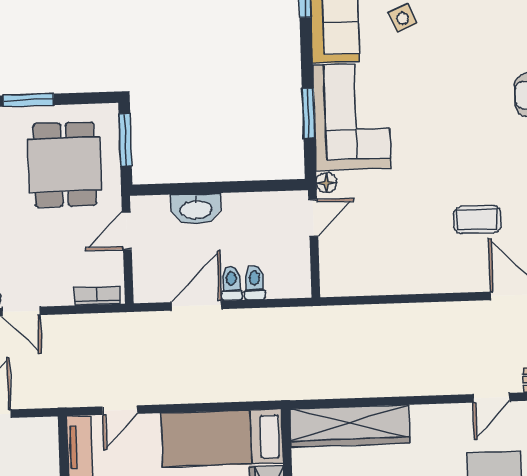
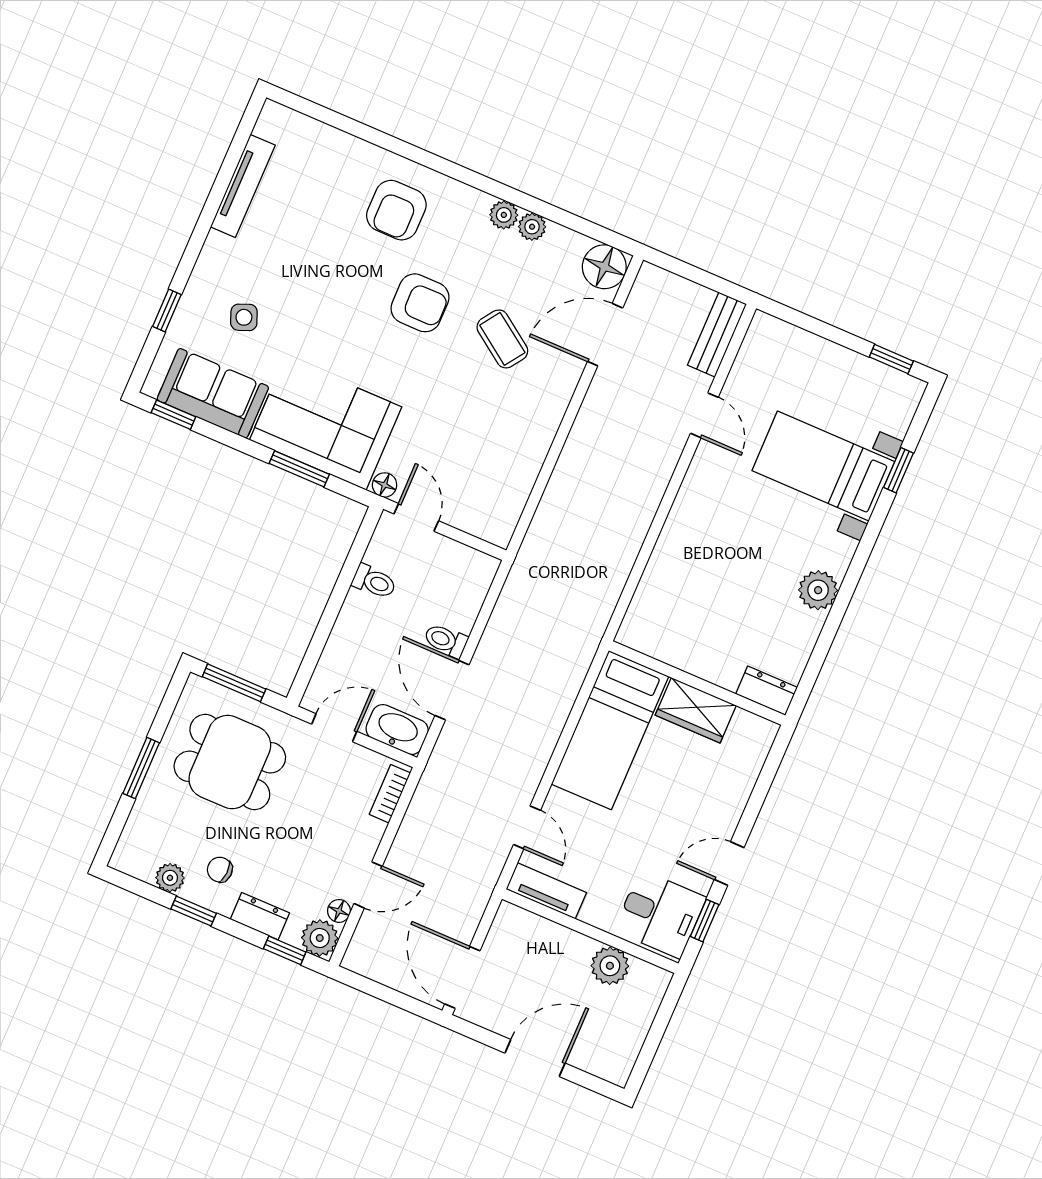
armchair: (475, 145) -> (420, 303), added
washbasin: (196, 209) -> (397, 730), moved, turned -90
coffee table: (477, 220) -> (502, 339), turned -55
door: (127, 231) -> (334, 728), swing flipped
toilet: (255, 282) -> (374, 582), moved, turned 180
wardrobe: (350, 426) -> (662, 584), removed

